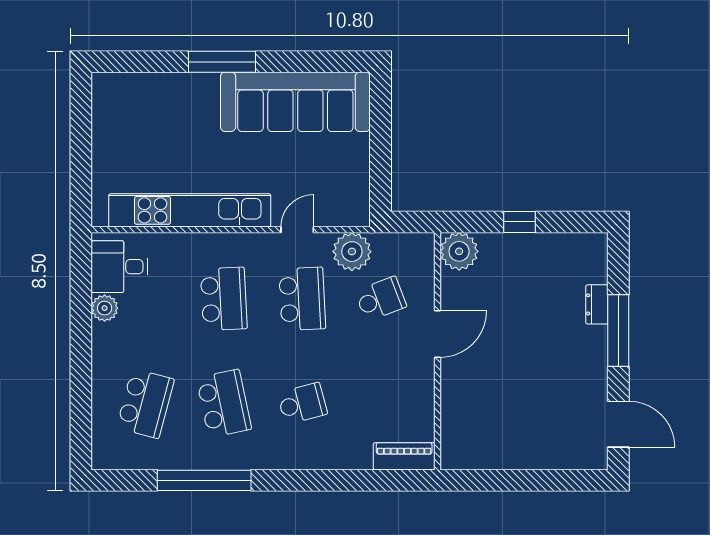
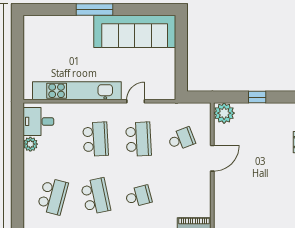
plant: (352, 252) -> (166, 113), removed

